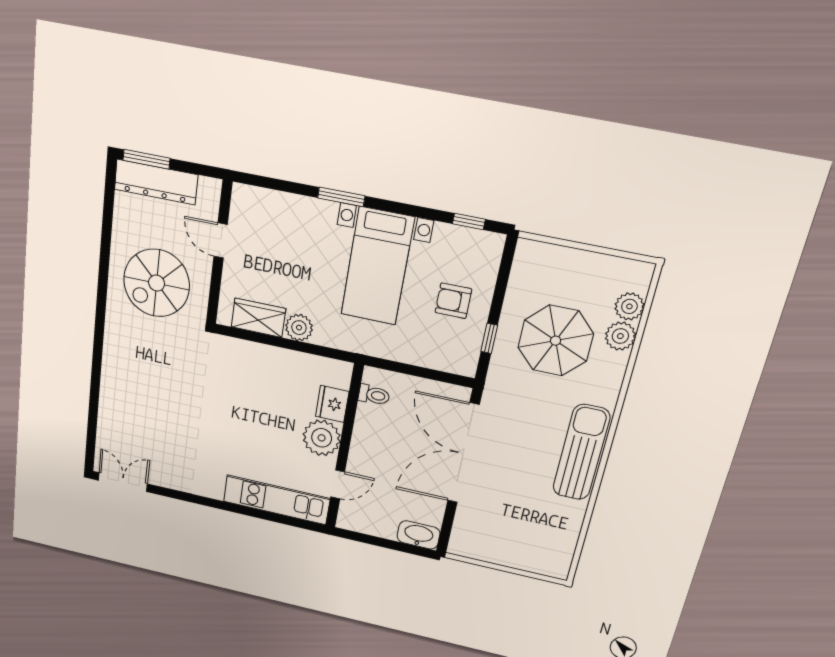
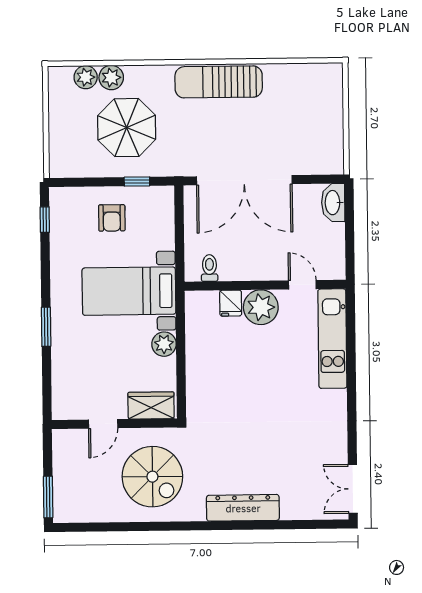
dresser: (156, 182) -> (243, 508), moved, turned -90
bed with nightstands: (377, 266) -> (129, 291), moved, turned 180
wardrobe: (258, 318) -> (151, 405), moved, turned 90
fridge: (332, 404) -> (231, 303), width x0.72

